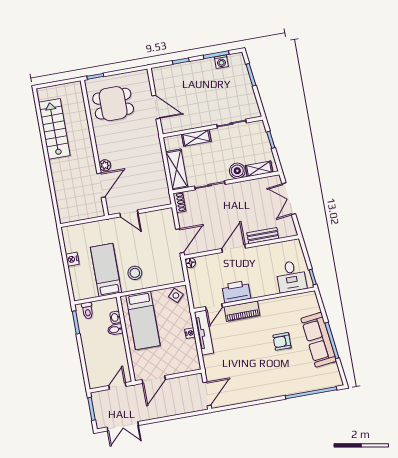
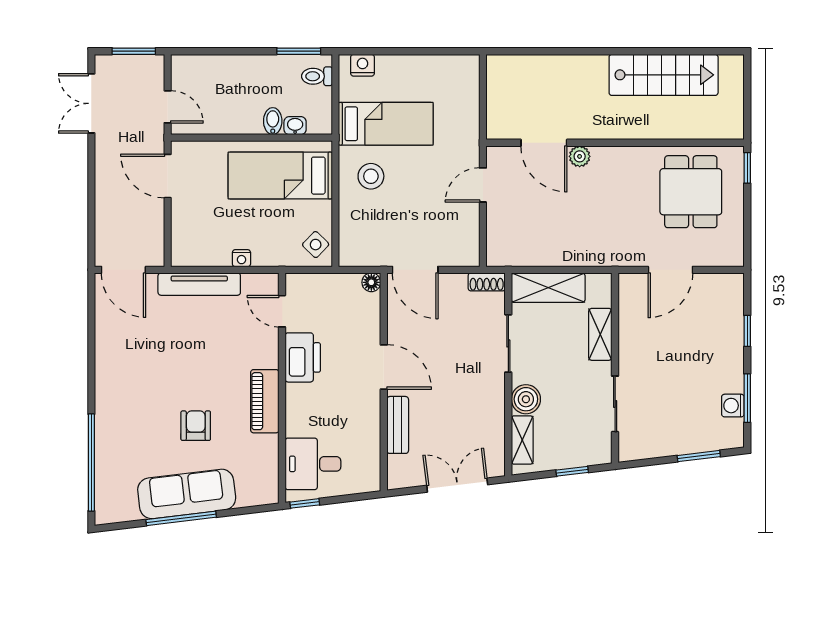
nightstand: (72, 259) -> (363, 65), moved
piano: (242, 311) -> (265, 401), moved
tv unit: (204, 333) -> (199, 284), moved

